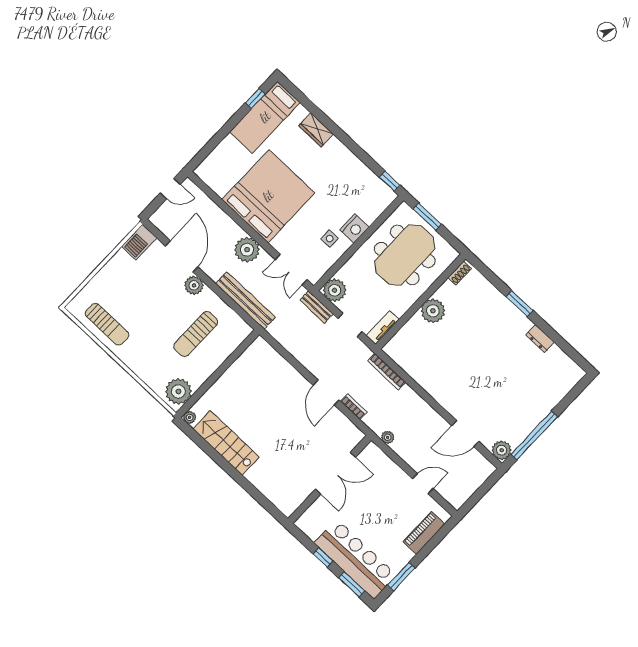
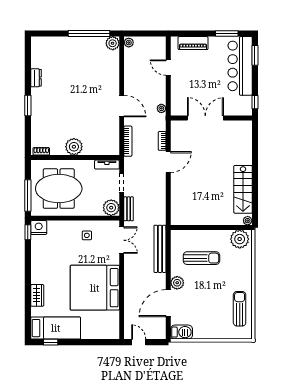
window: (427, 217) -> (28, 196), width x1.44
nightstand: (354, 228) -> (39, 227), moved
plant: (247, 250) -> (129, 43), moved, width x0.53, depth x0.53
door: (465, 434) -> (122, 106), moved
window: (323, 557) -> (255, 102), moved

